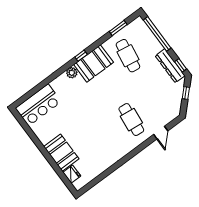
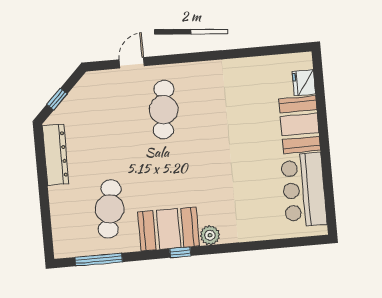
window: (118, 28) -> (99, 260), width x1.44
window: (157, 34) -> (46, 215), removed
window: (181, 65) -> (39, 146), removed
bar counter: (38, 105) -> (304, 190), moved, turned -90

